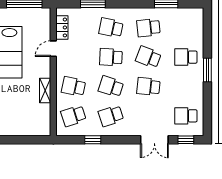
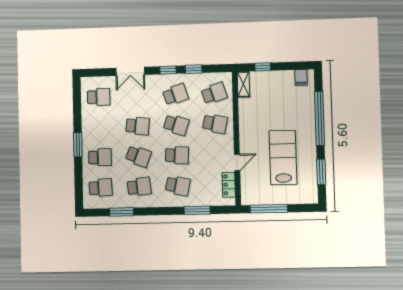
school desk: (186, 28) -> (101, 188), added
shelving: (45, 90) -> (243, 84), moved
window: (26, 140) -> (263, 67), added
double door: (154, 140) -> (130, 71), swing flipped
window: (186, 140) -> (168, 70), moved

